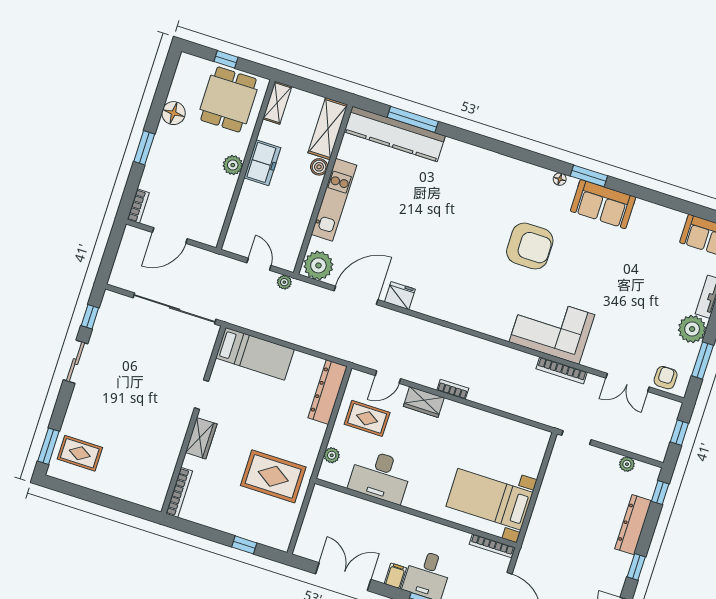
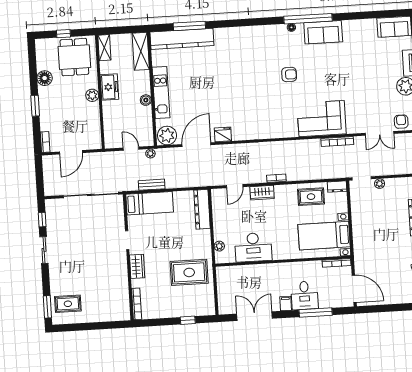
boiler: (319, 167) -> (146, 100), moved
window: (589, 176) -> (308, 19), width x2.11
armchair: (530, 246) -> (289, 74), width x0.53, depth x0.53
bench: (268, 328) -> (152, 185), added
rug: (367, 418) -> (311, 197), moved
dresser: (536, 436) -> (337, 187), added
plant: (627, 464) -> (380, 184), moved

